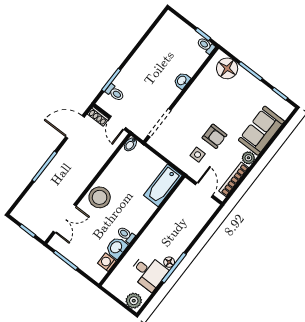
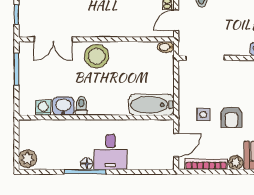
desk: (148, 272) -> (110, 152), moved

